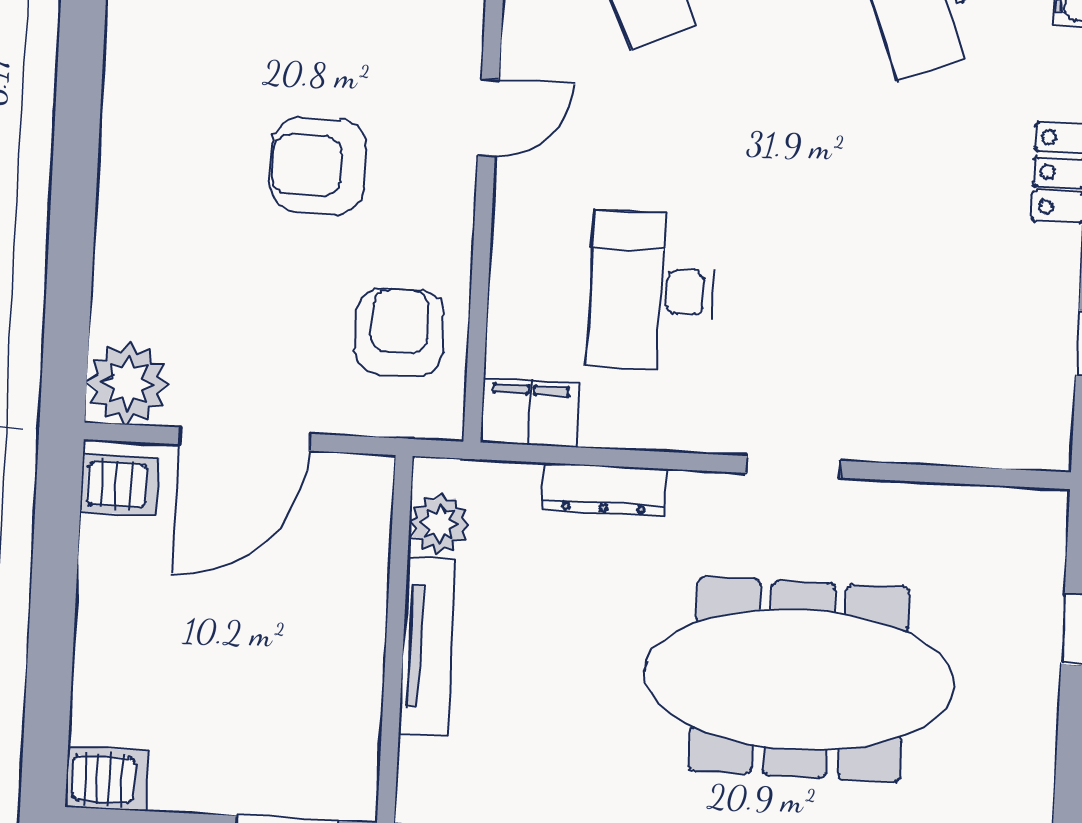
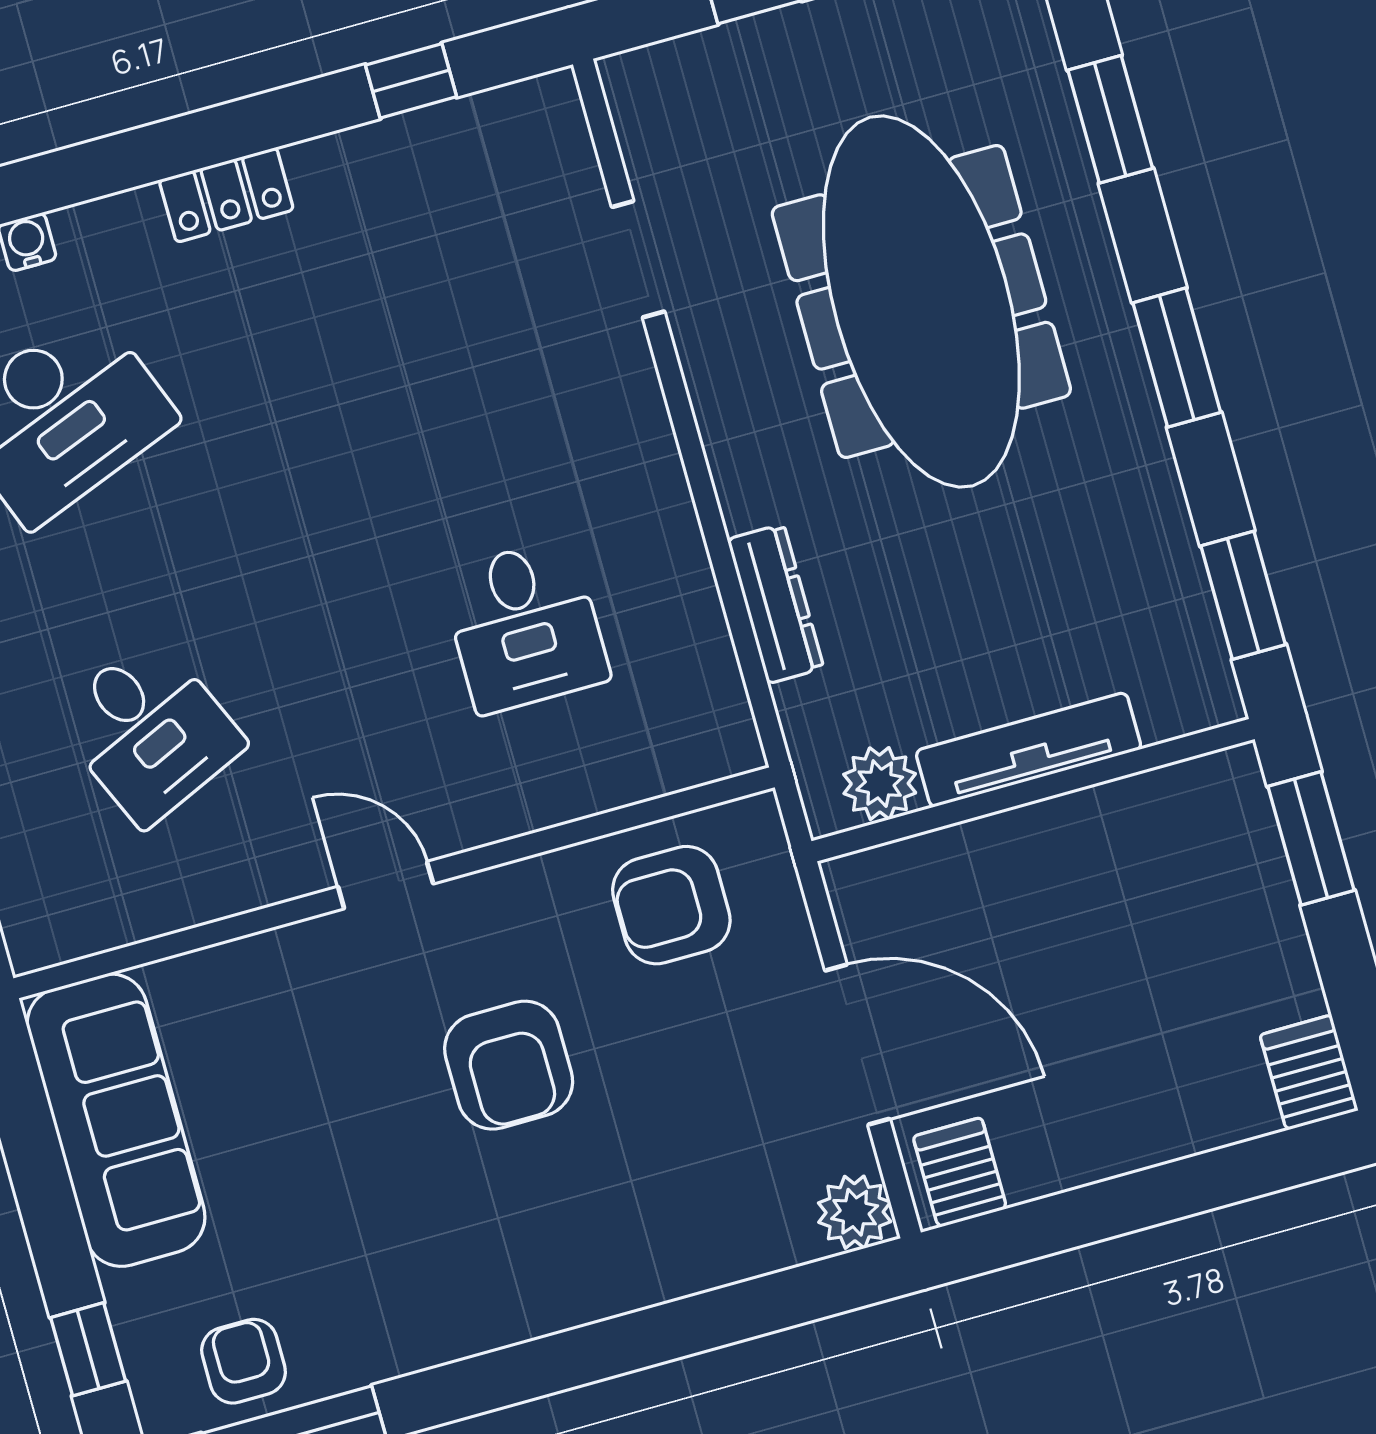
desk: (652, 291) -> (525, 626), width x0.73
plant: (128, 383) -> (855, 1212), width x0.73, depth x0.73
filing cabinet: (530, 413) -> (715, 720), removed
doorway: (794, 467) -> (638, 259), moved

